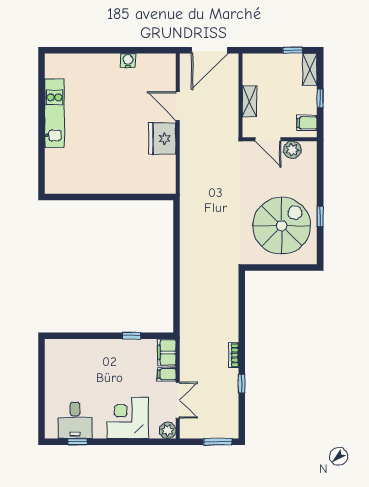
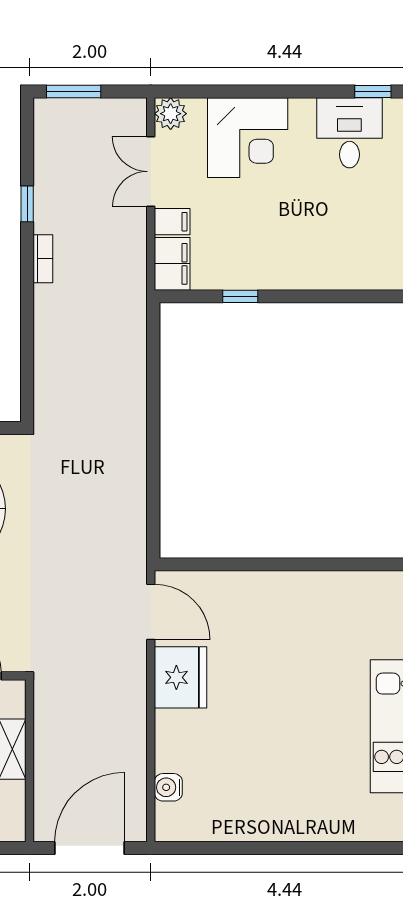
water cooler: (128, 61) -> (168, 787), moved, turned 90
door: (178, 106) -> (151, 612), moved
window: (78, 442) -> (373, 92), moved

